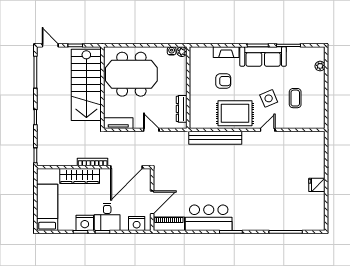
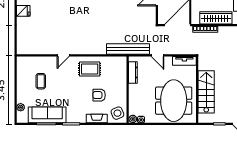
sofa: (263, 56) -> (47, 115), moved
meeting table: (131, 74) -> (174, 101), turned 90
stairs: (86, 85) -> (206, 92), width x0.73, depth x0.66
side table: (269, 98) -> (117, 113), moved
rug: (235, 113) -> (90, 69), width x0.73, depth x0.70
bench: (215, 138) -> (128, 49), moved

